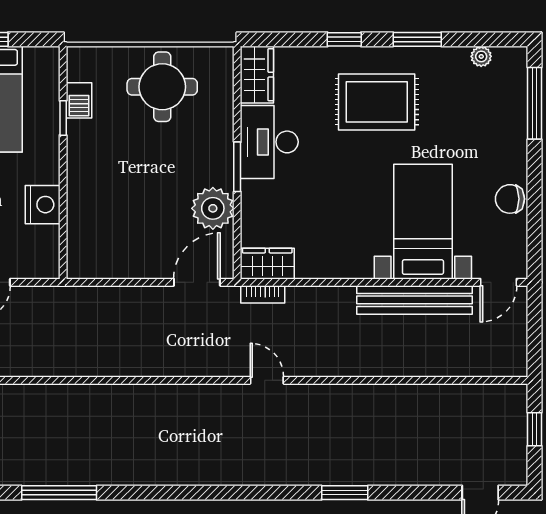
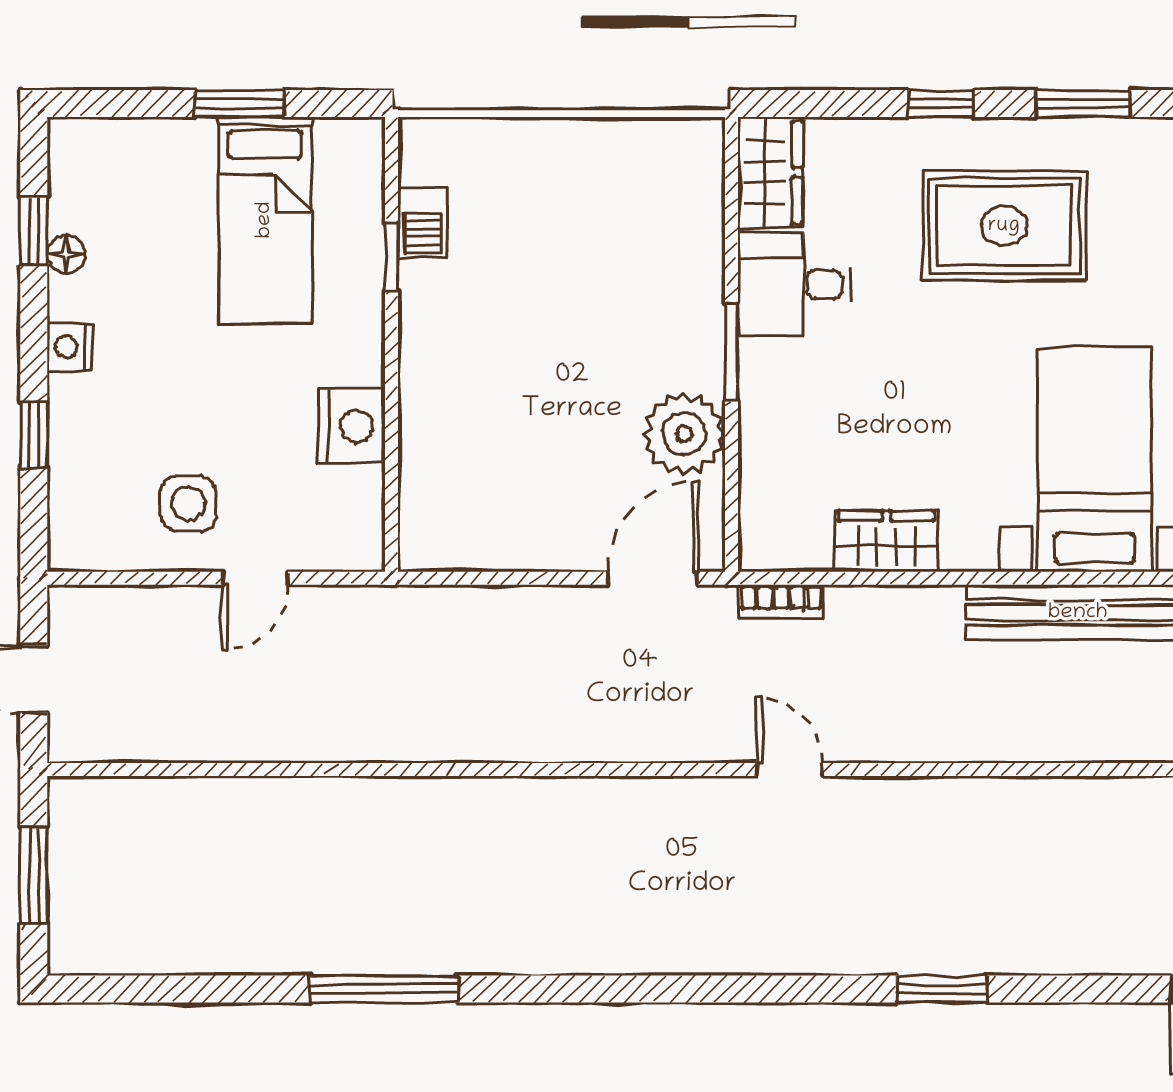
round table: (162, 87) -> (585, 196), removed
desk: (269, 142) -> (794, 284), width x0.73
wardrobe: (267, 264) -> (887, 541), moved

